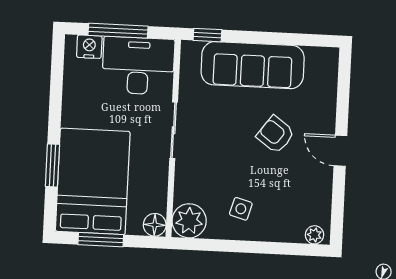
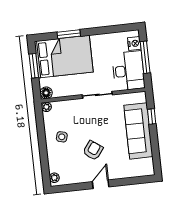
window: (207, 35) -> (152, 117), moved
armchair: (276, 135) -> (93, 150), moved
plant: (189, 221) -> (46, 107), width x0.53, depth x0.53

